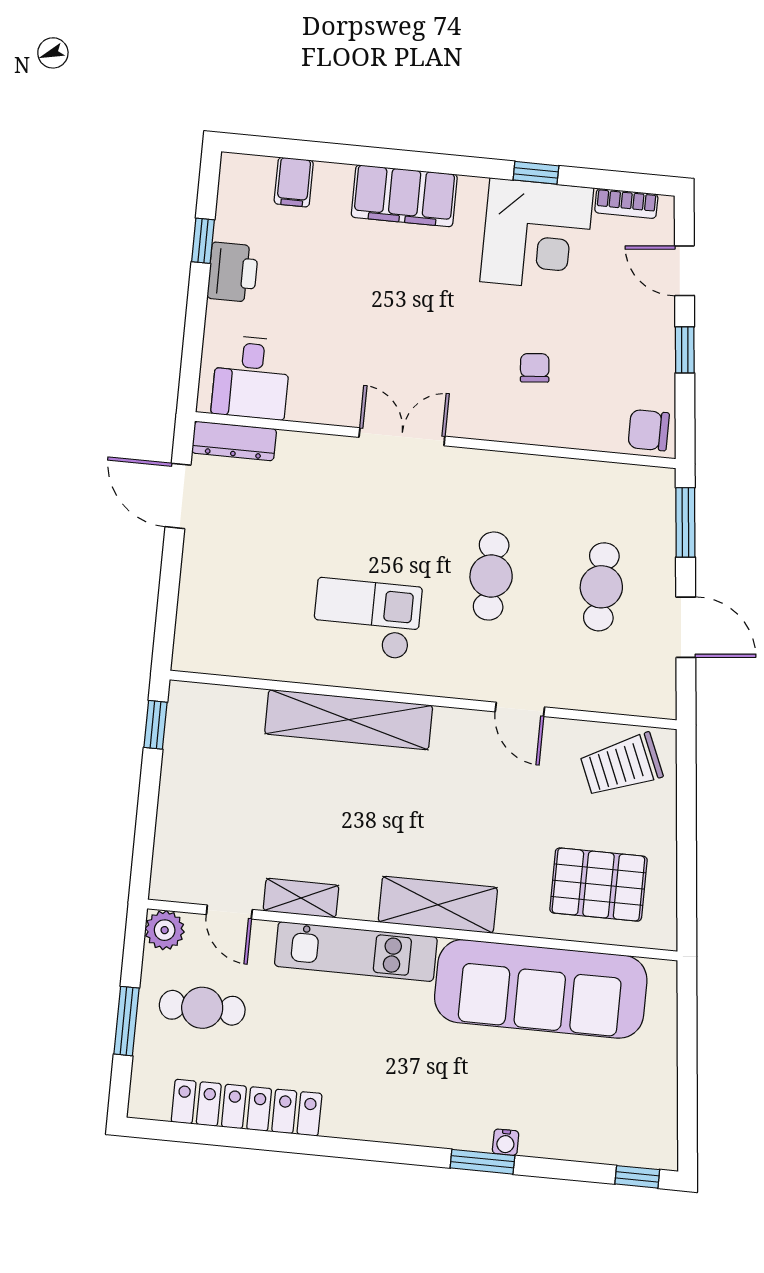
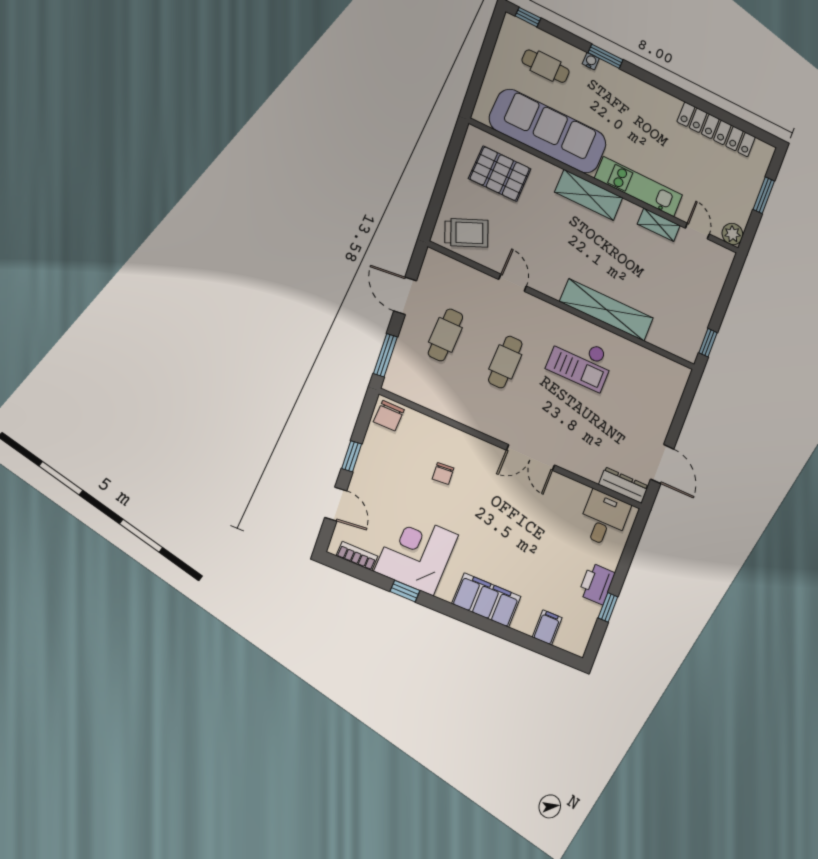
chair: (649, 430) -> (389, 416), turned 90
cafe table: (202, 1008) -> (546, 66), moved

